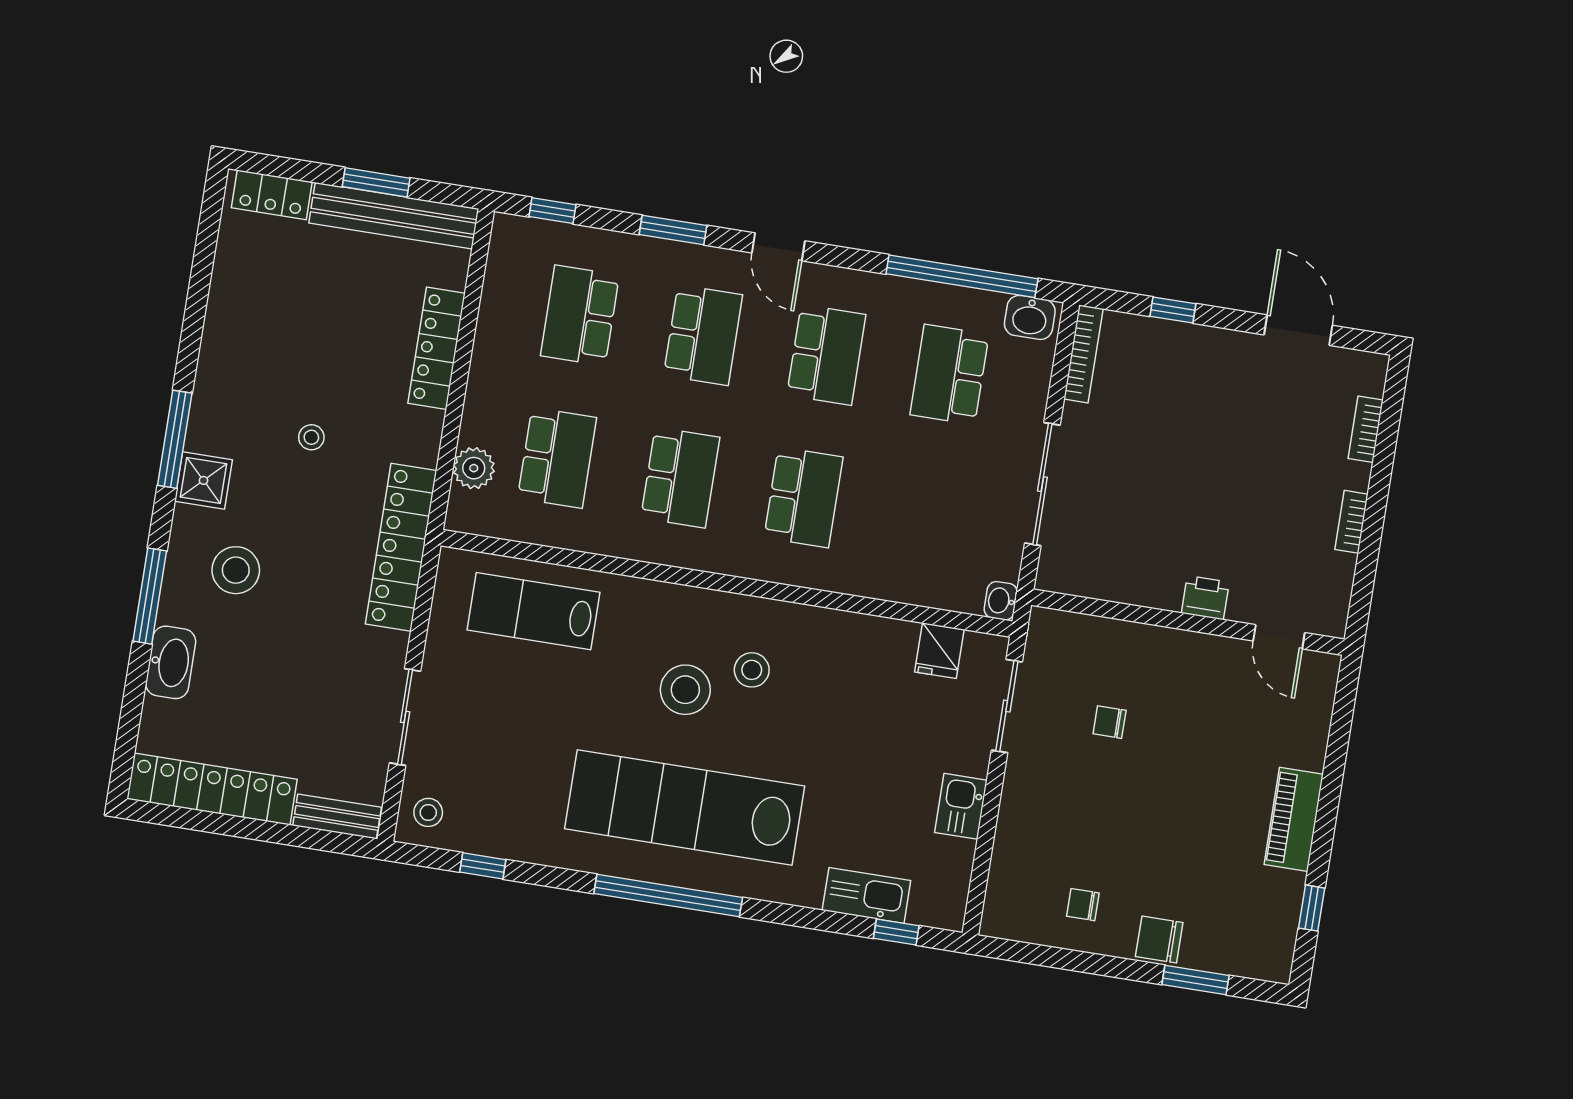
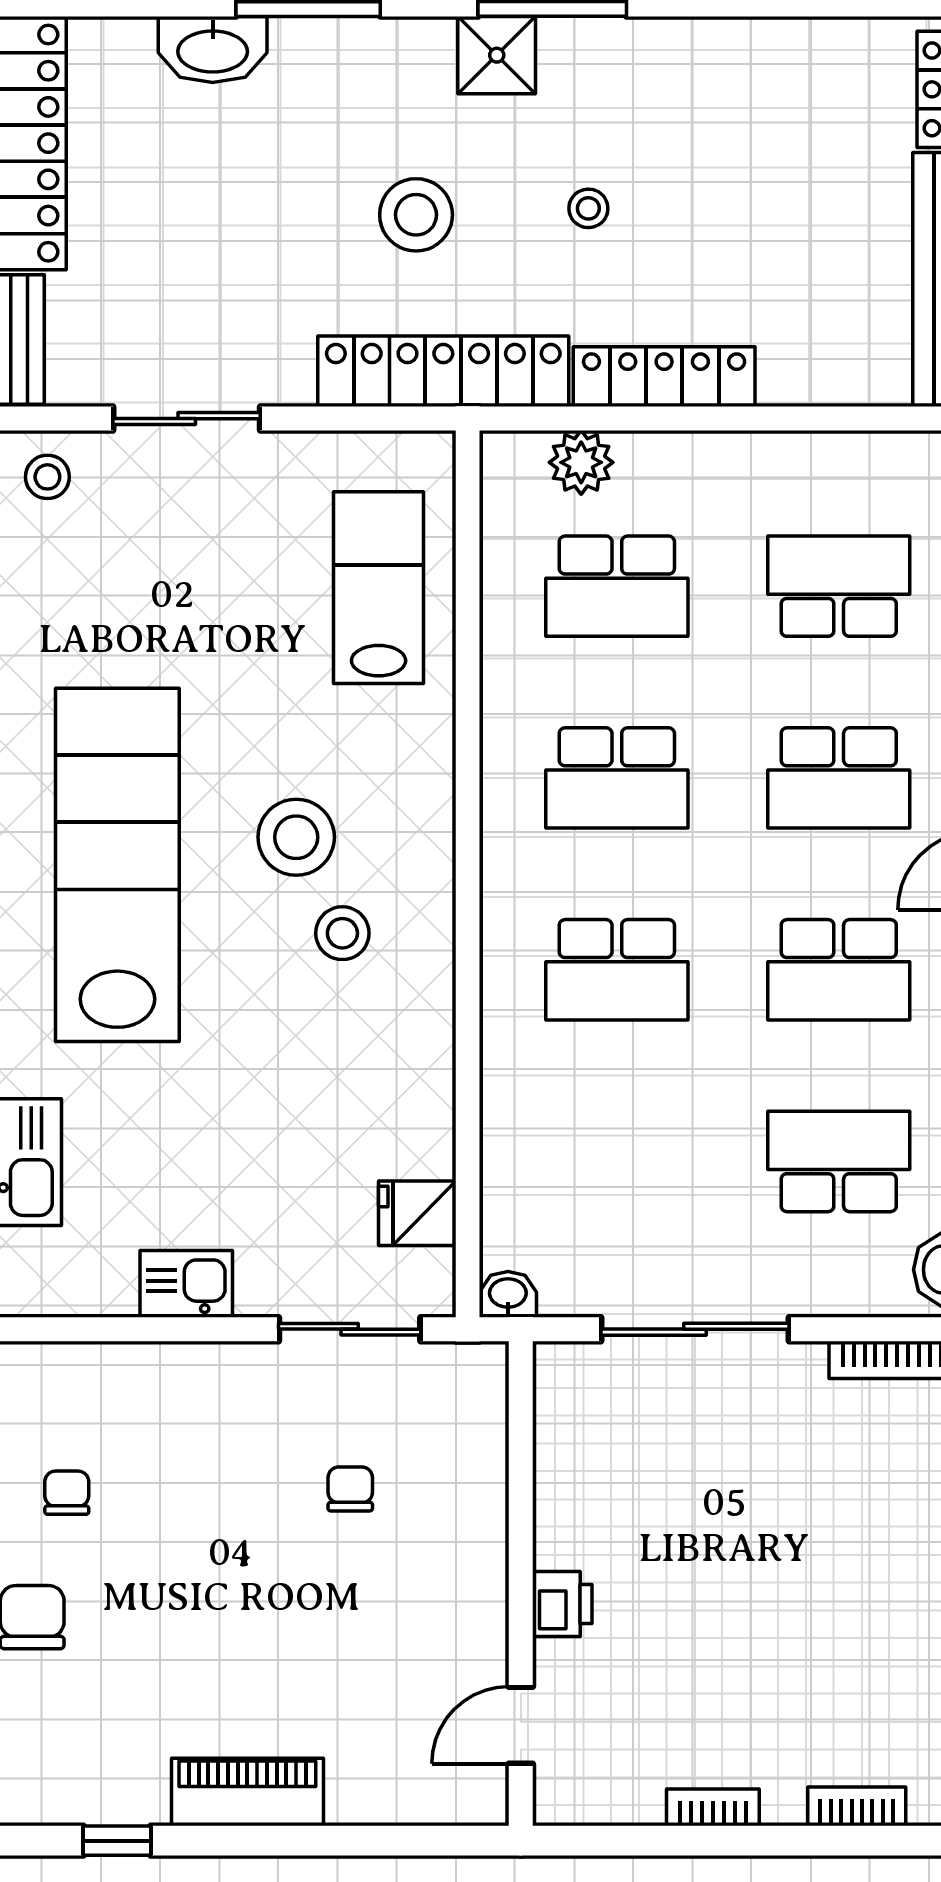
locker: (437, 348) -> (664, 377), moved
stool: (236, 570) -> (416, 215), moved

